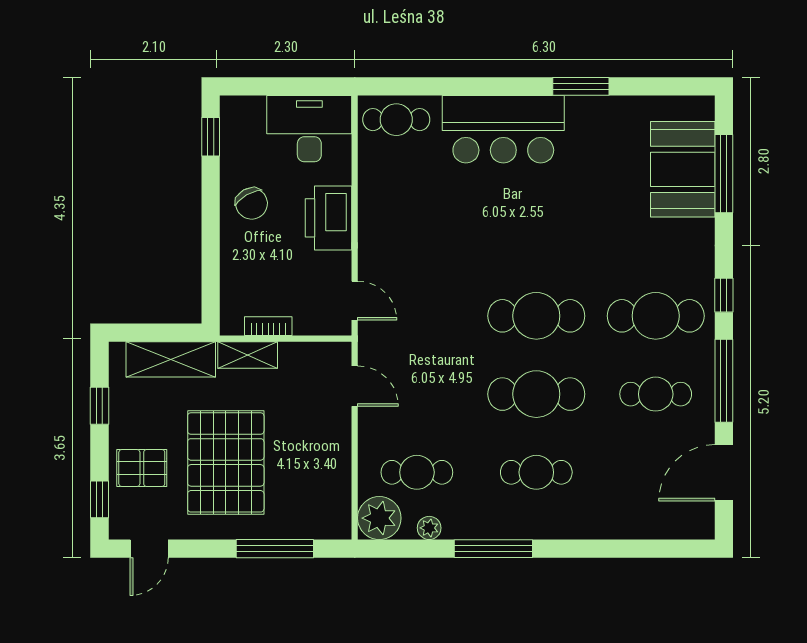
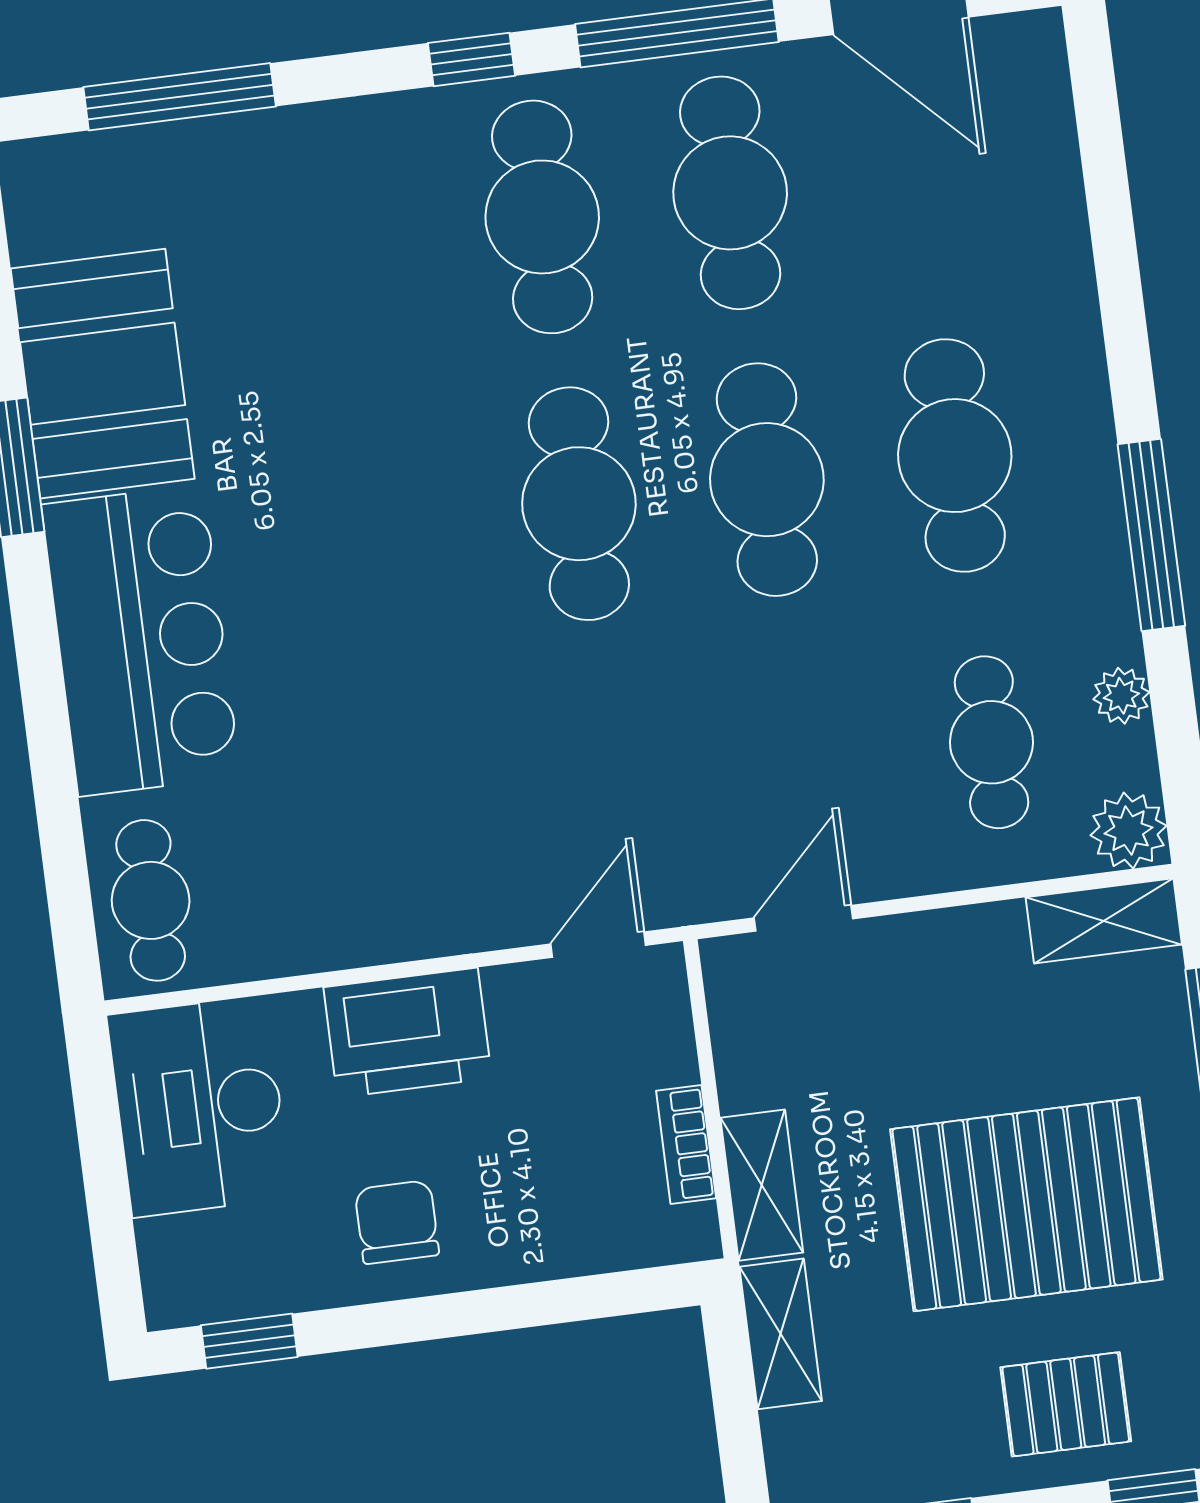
booth: (683, 169) -> (103, 374), moved, turned 90
chair: (252, 204) -> (397, 1222), turned -60
shelving: (171, 359) -> (781, 1334), width x0.67, depth x0.75
cafe table: (656, 394) -> (730, 193), width x1.37, depth x1.35
pallet: (142, 468) -> (1066, 1404), turned 90
cafe table: (536, 472) -> (955, 456), width x1.37, depth x1.35
shelving: (338, 509) -> (1104, 921), added
plant: (379, 518) -> (1129, 831), width x0.73, depth x0.73

